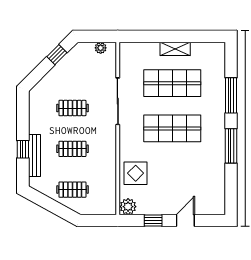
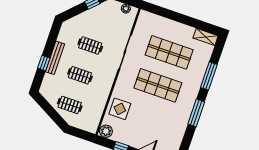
shelving: (175, 49) -> (206, 37), moved
bench: (34, 155) -> (55, 58), moved

